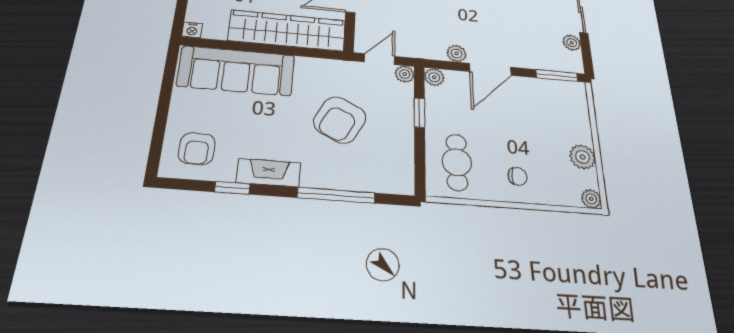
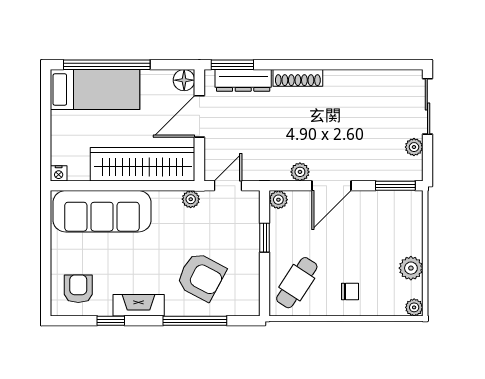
plant: (405, 74) -> (191, 199), moved
armchair: (340, 120) -> (201, 277), moved, turned -89
armchair: (197, 149) -> (78, 289), turned 180
cafe table: (457, 162) -> (297, 283), turned 33

